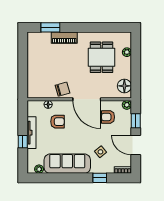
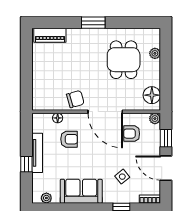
window: (50, 27) -> (93, 23), moved
piano: (64, 38) -> (50, 35), moved
sofa: (67, 164) -> (81, 191), width x0.73

